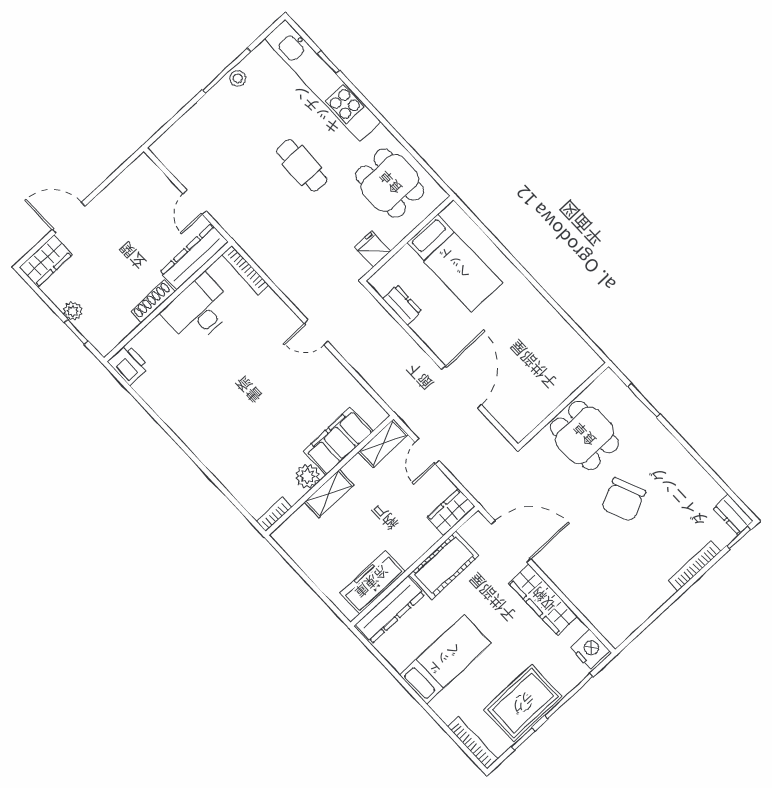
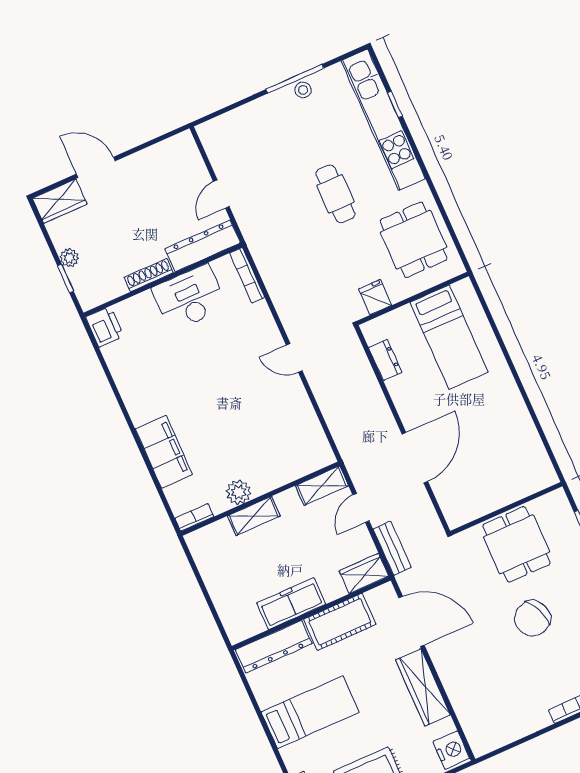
filing cabinet: (338, 441) -> (164, 452), moved, turned 90
bench: (469, 479) -> (392, 548), added
freezer: (372, 582) -> (291, 604), moved

